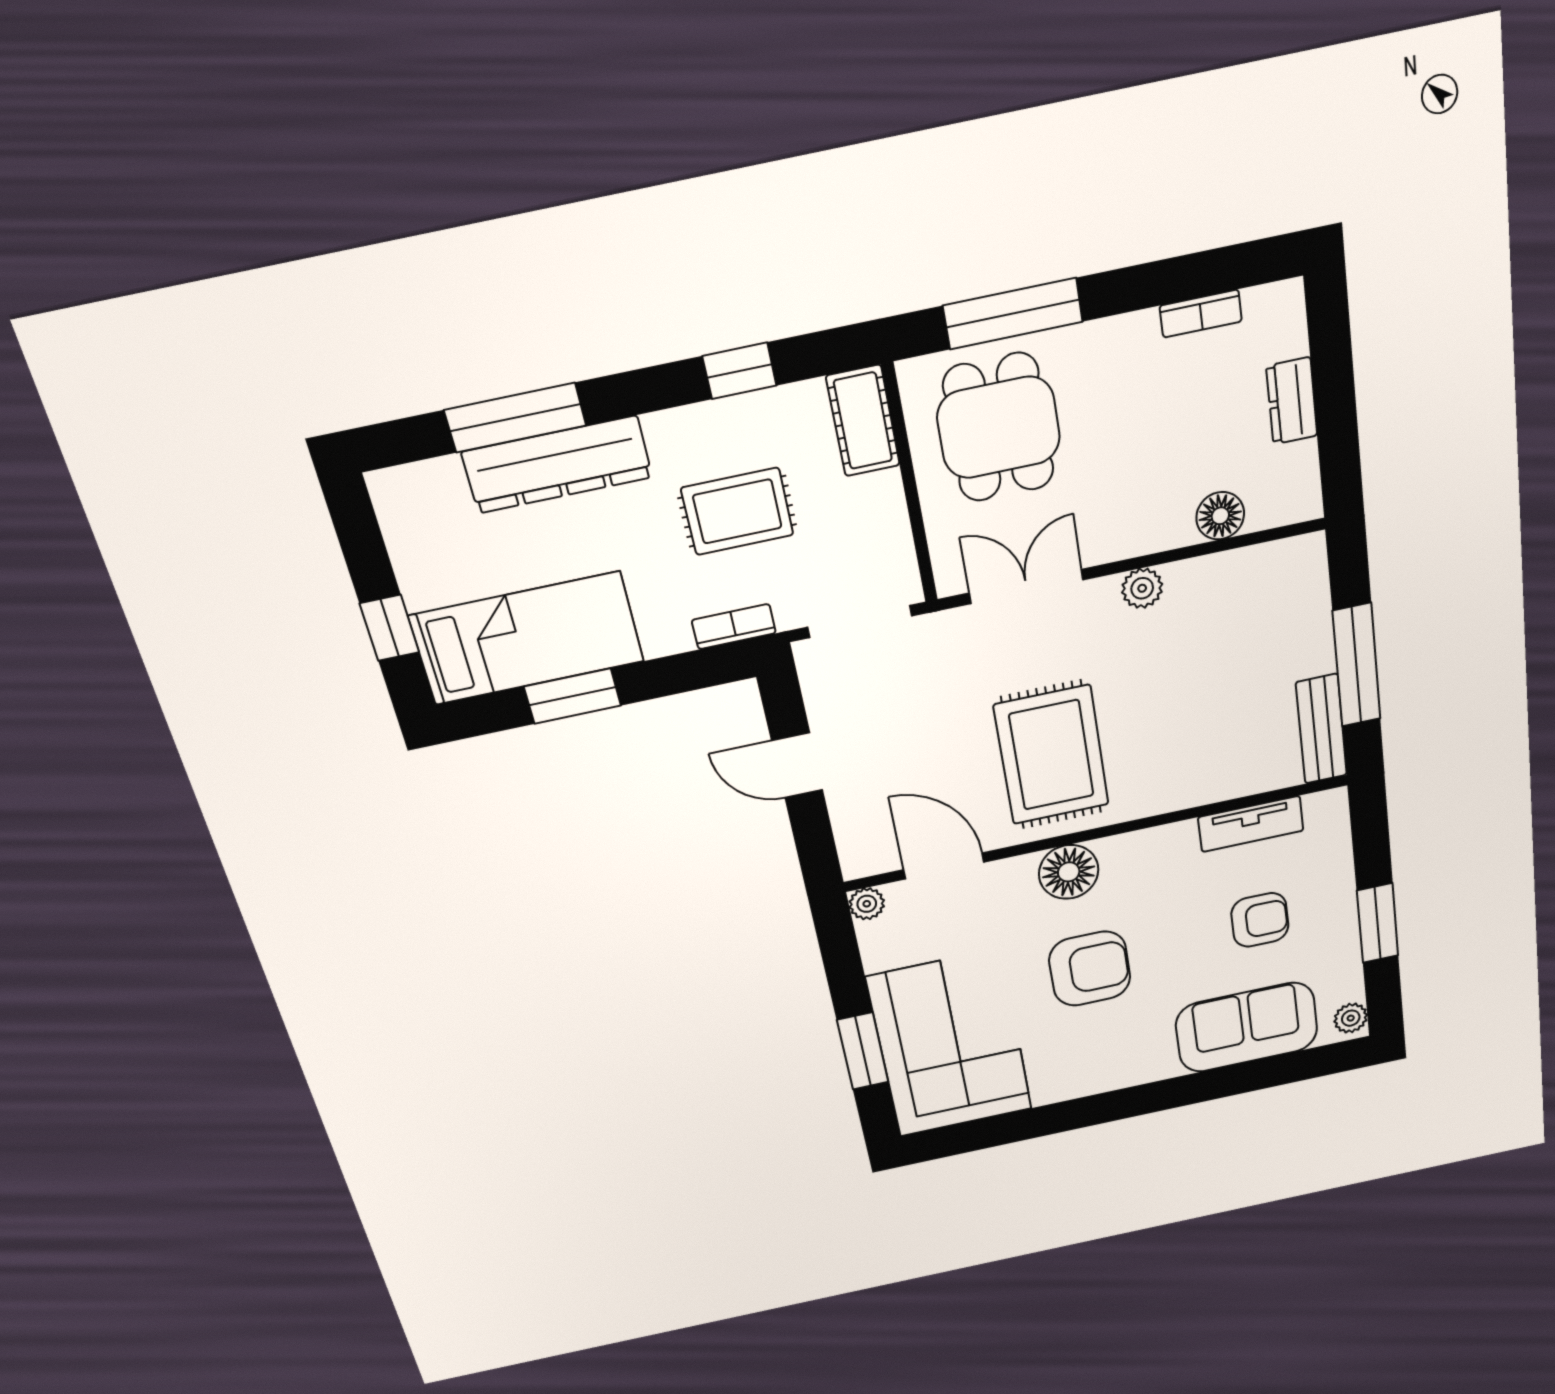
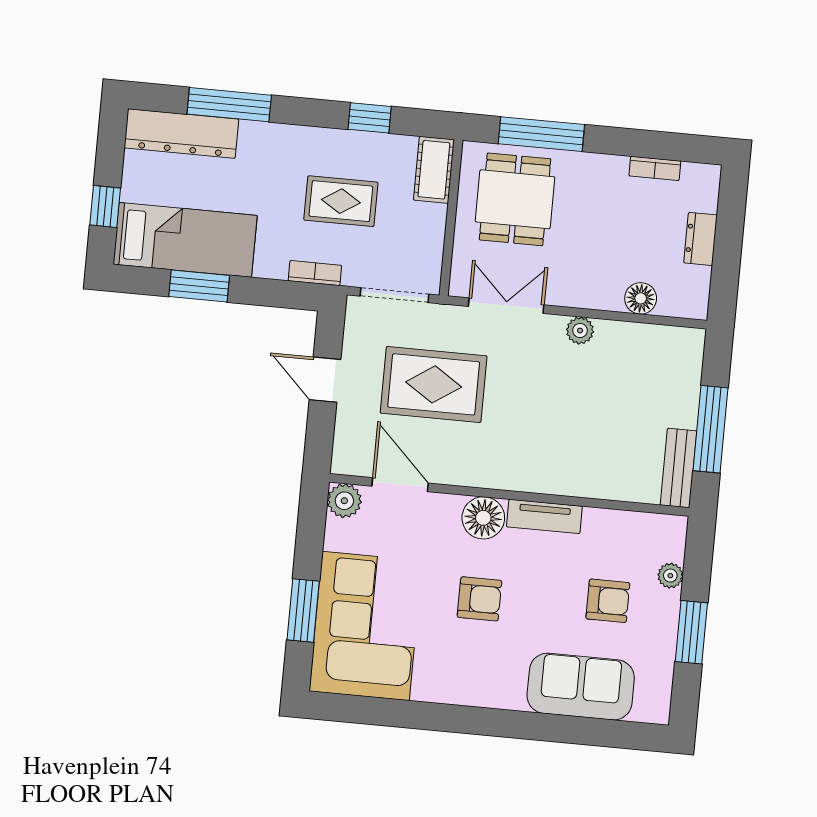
dresser: (557, 465) -> (181, 134), moved
rug: (1051, 755) -> (434, 384), moved, turned 90
tv unit: (1251, 824) -> (544, 516), moved
plant: (867, 904) -> (344, 501), width x1.38, depth x1.38
armchair: (1090, 969) -> (479, 599), width x0.72, depth x0.72
plant: (1351, 1018) -> (670, 576), moved

